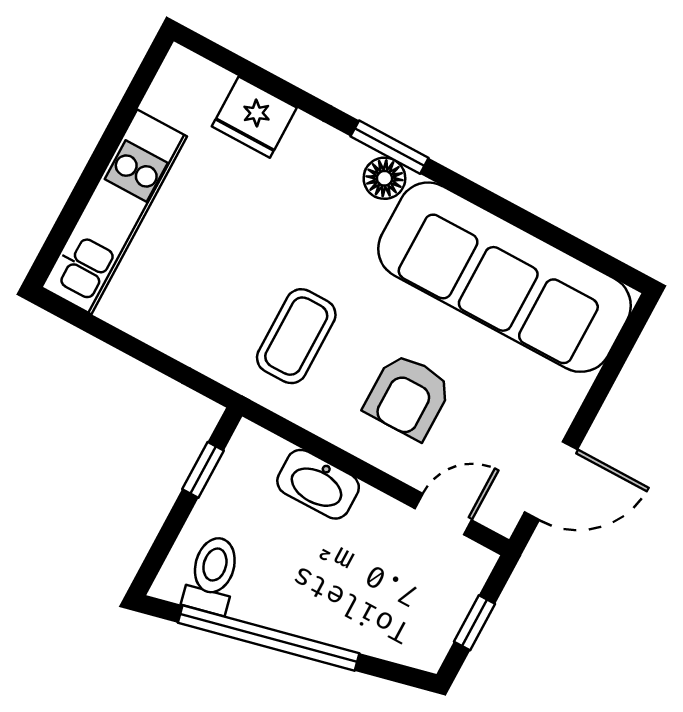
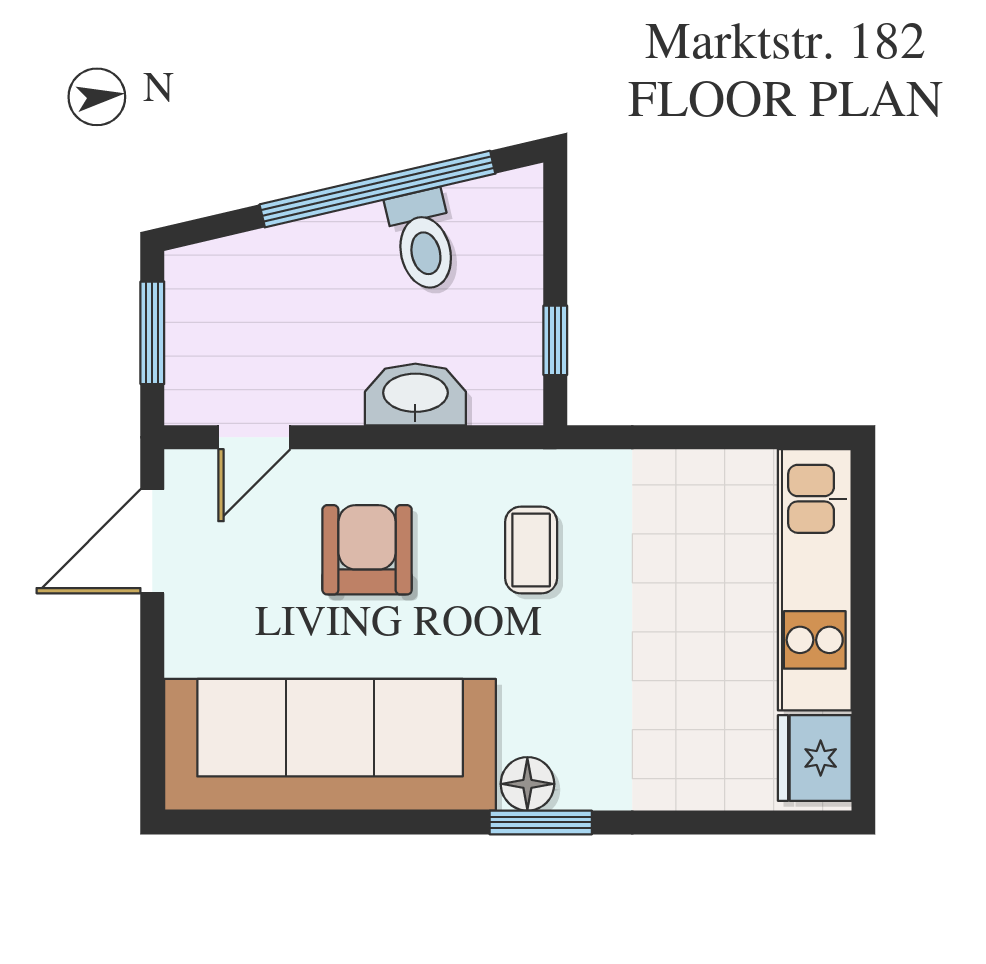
fridge: (254, 117) -> (815, 758), moved, turned -90
coffee table: (296, 336) -> (531, 550), width x0.73, depth x0.77
toilet: (212, 575) -> (423, 240), moved
window: (475, 623) -> (152, 333), width x1.50

